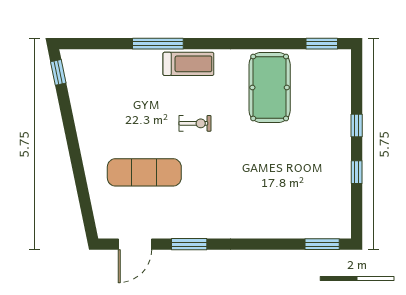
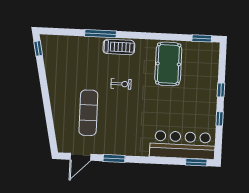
exercise mat: (144, 172) -> (88, 113), turned 90
bar counter: (299, 217) -> (182, 145), added

